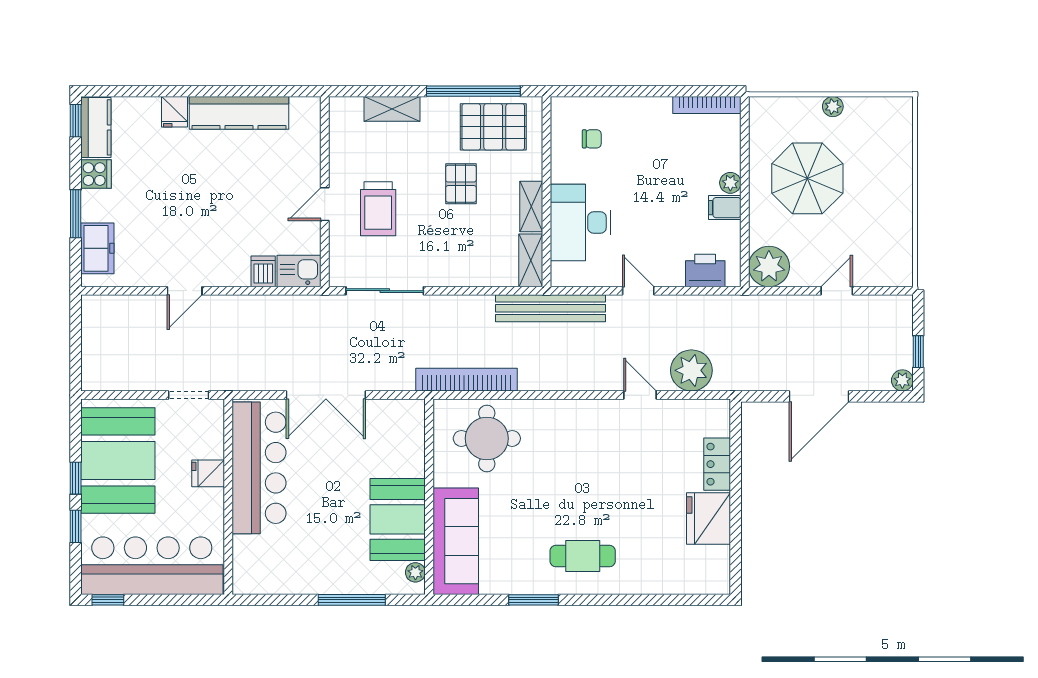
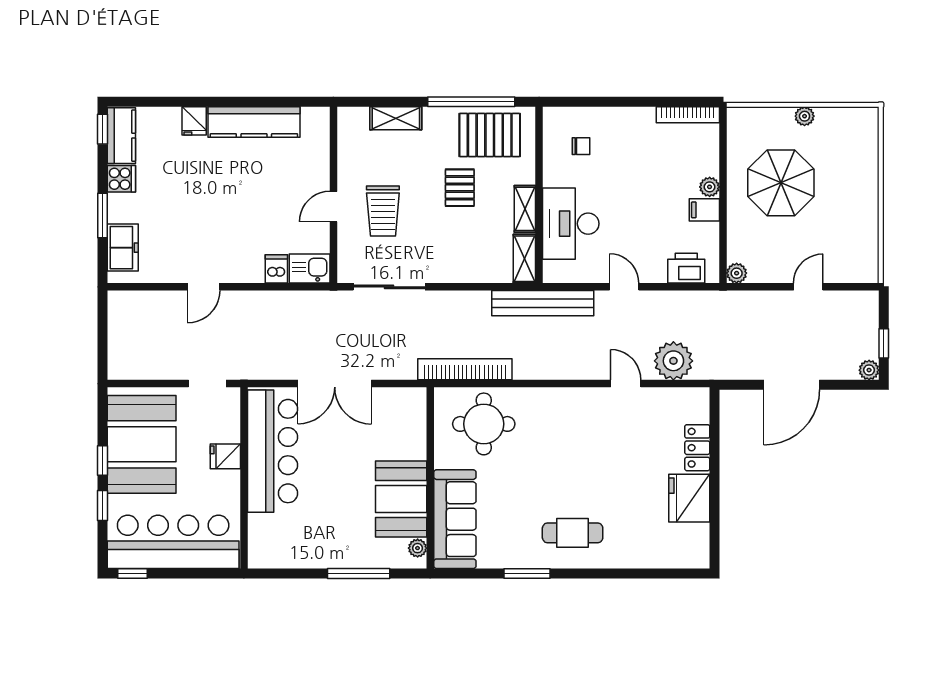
plant: (769, 266) -> (737, 273), width x0.53, depth x0.53

